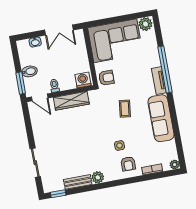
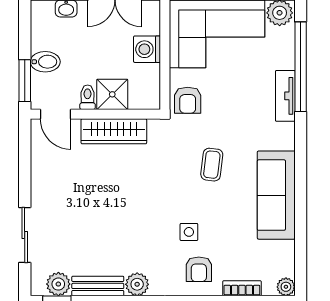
window: (165, 69) -> (301, 67), moved
armchair: (106, 78) -> (188, 100), turned 90
washing machine: (83, 80) -> (147, 49), moved, turned -90
tv unit: (159, 81) -> (285, 96), moved
shower: (67, 82) -> (112, 94), added
plant: (57, 185) -> (58, 284), added

